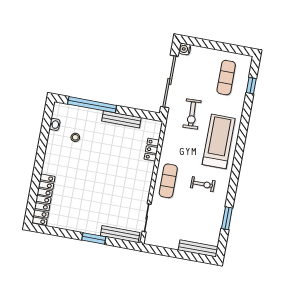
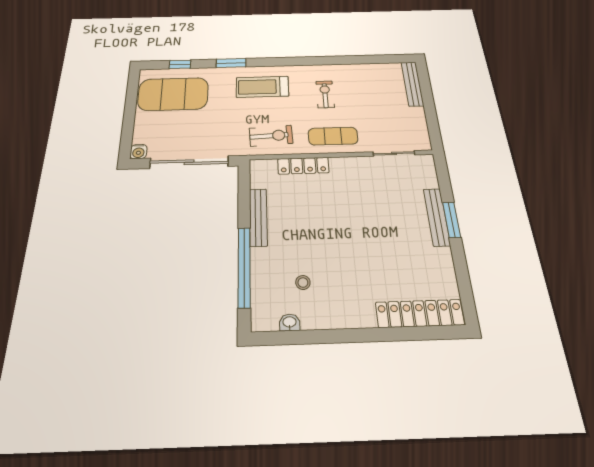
exercise mat: (226, 78) -> (173, 94), width x2.00, depth x1.45
exercise bike: (192, 114) -> (271, 136), moved
treadmill: (219, 141) -> (262, 87), width x0.73, depth x0.73
locker: (152, 150) -> (303, 166), width x1.53
window: (227, 218) -> (231, 63), moved
bench: (120, 234) -> (437, 217), moved

